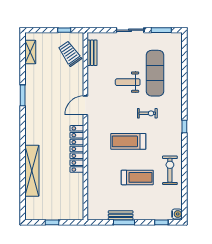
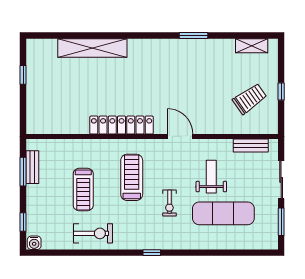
bench: (92, 53) -> (251, 145), moved
door: (85, 105) -> (180, 136), moved
wall: (85, 126) -> (152, 136), moved
locker: (77, 149) -> (122, 125), moved

